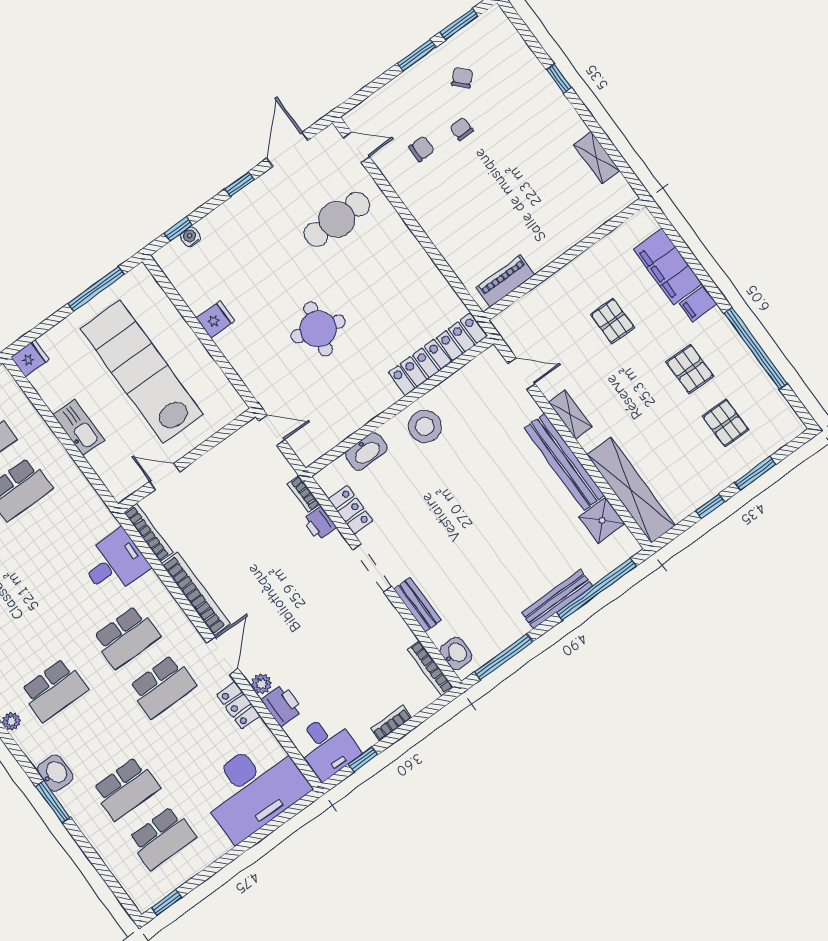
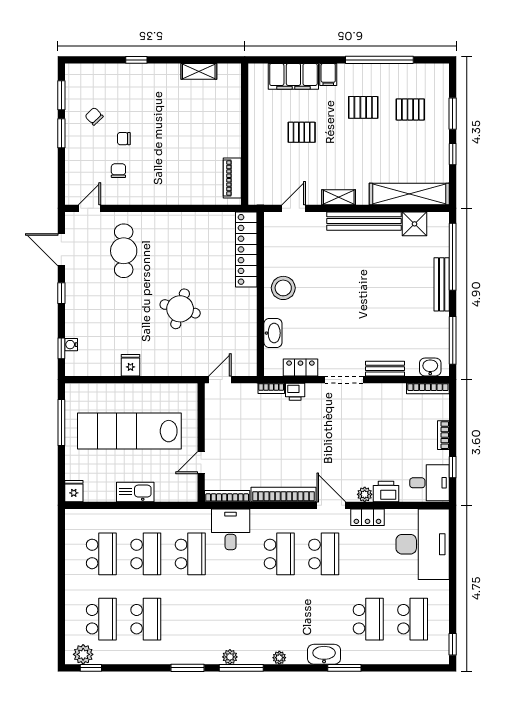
school desk: (54, 690) -> (190, 554), moved
washbasin: (55, 773) -> (324, 654), width x1.38

